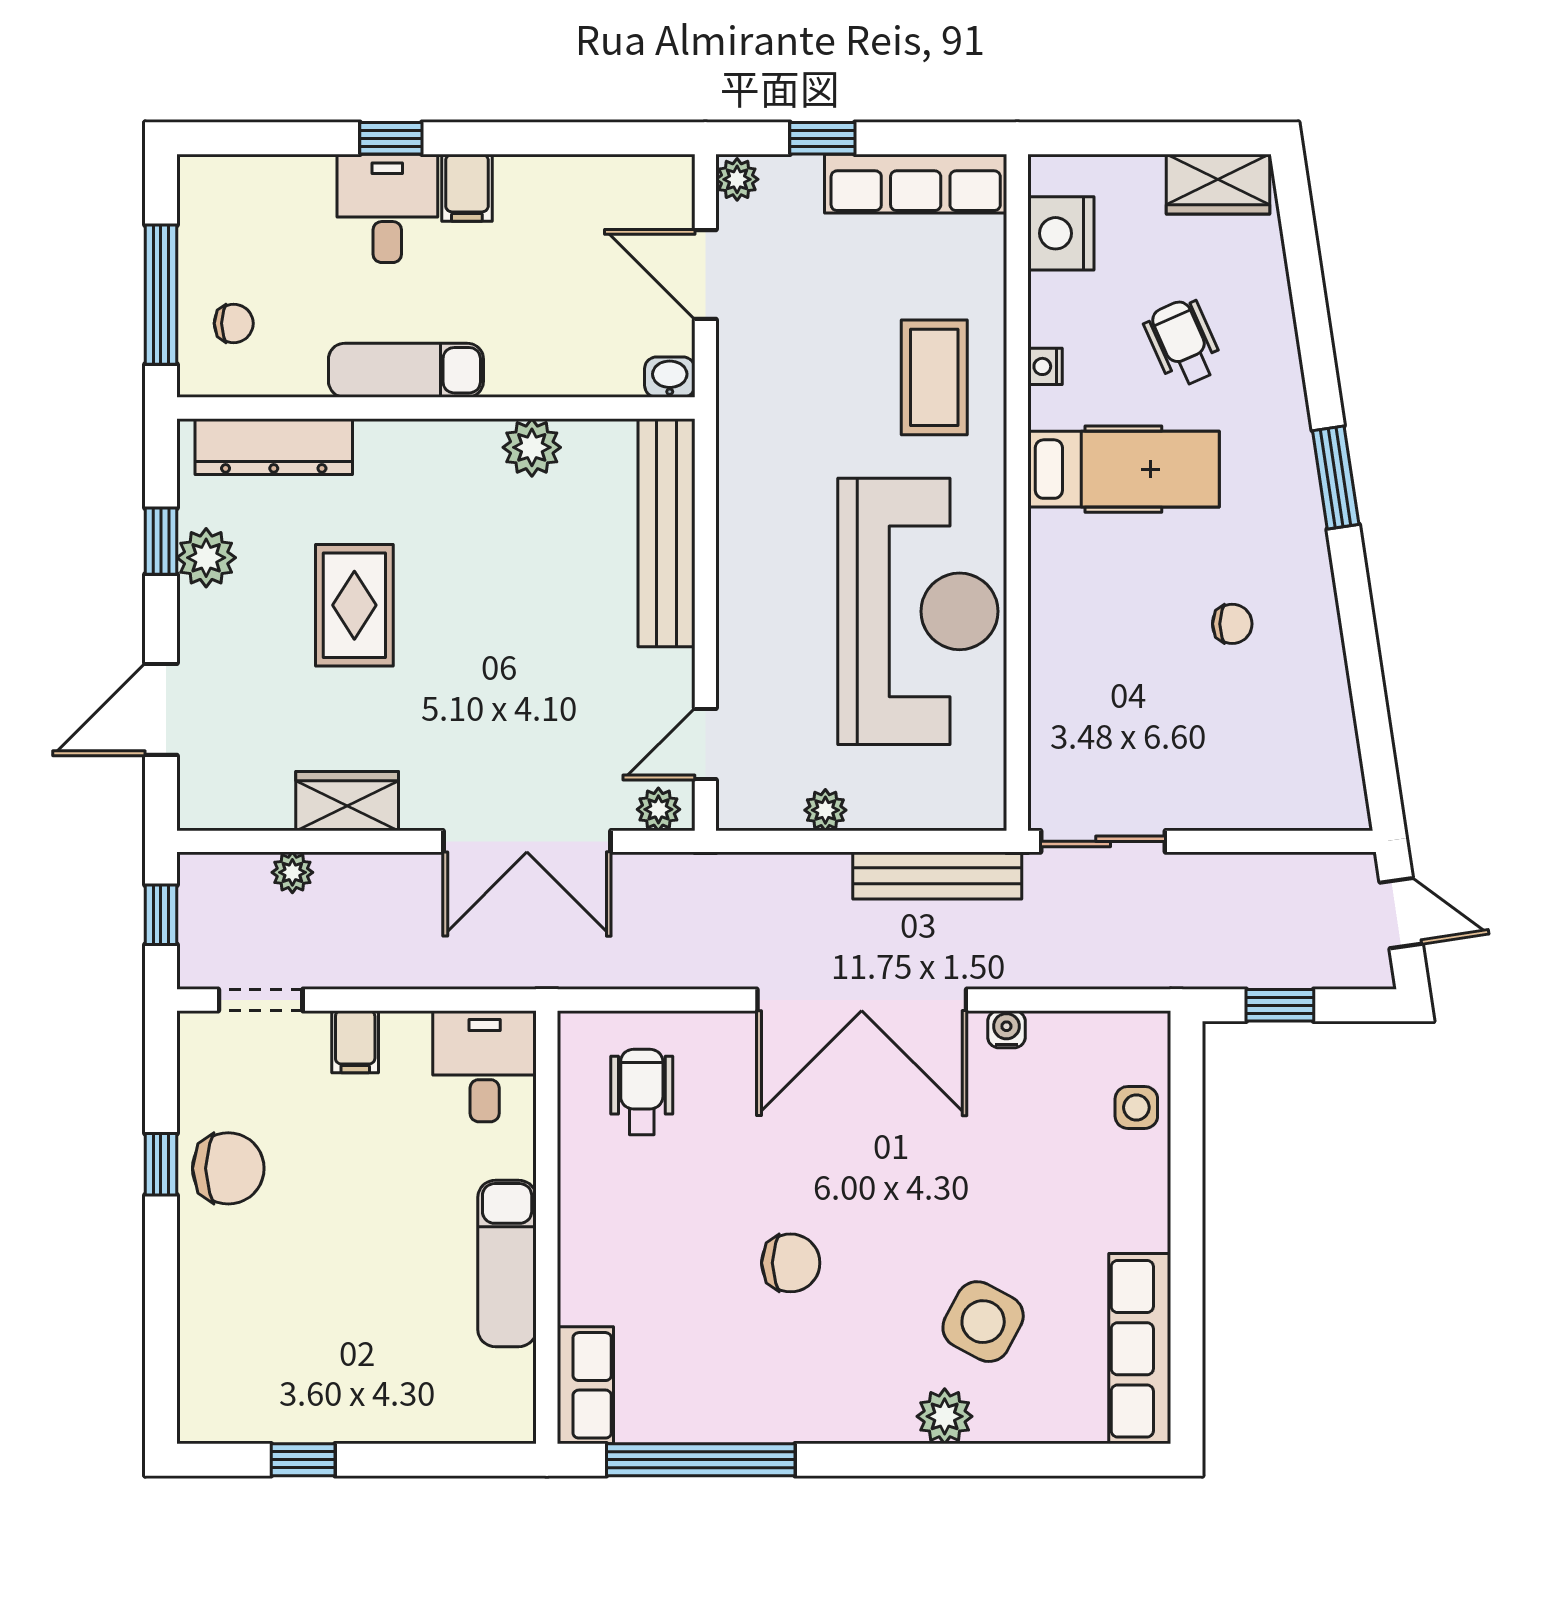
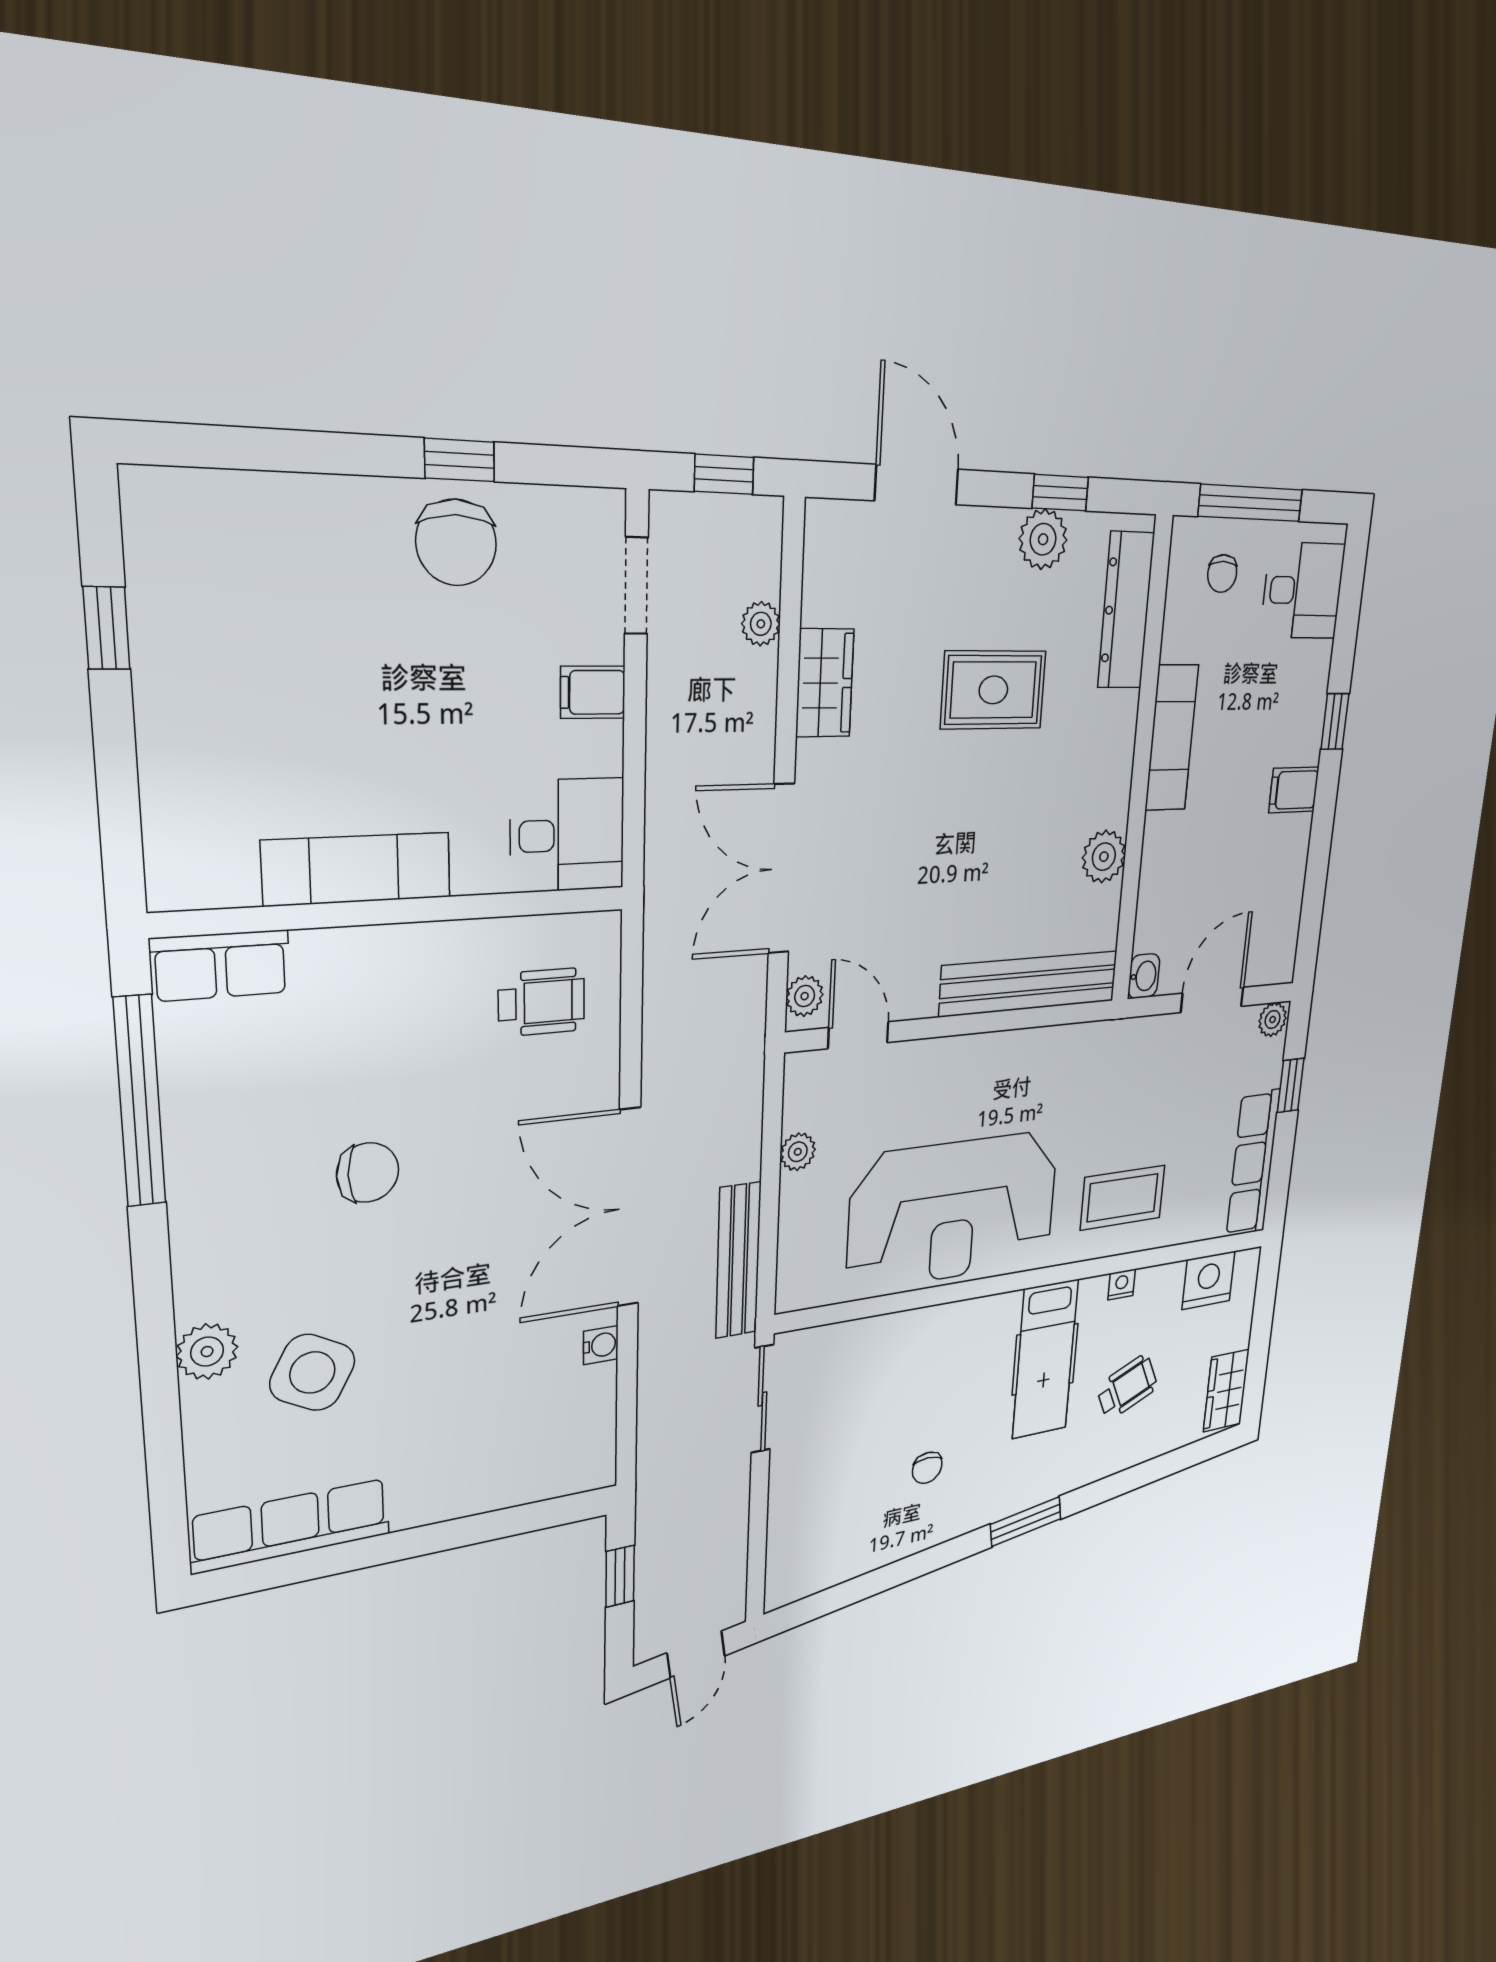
desk: (387, 208) -> (1303, 590), moved
side table: (1136, 1107) -> (529, 1474), removed
chair: (791, 1263) -> (368, 1173), turned -90

